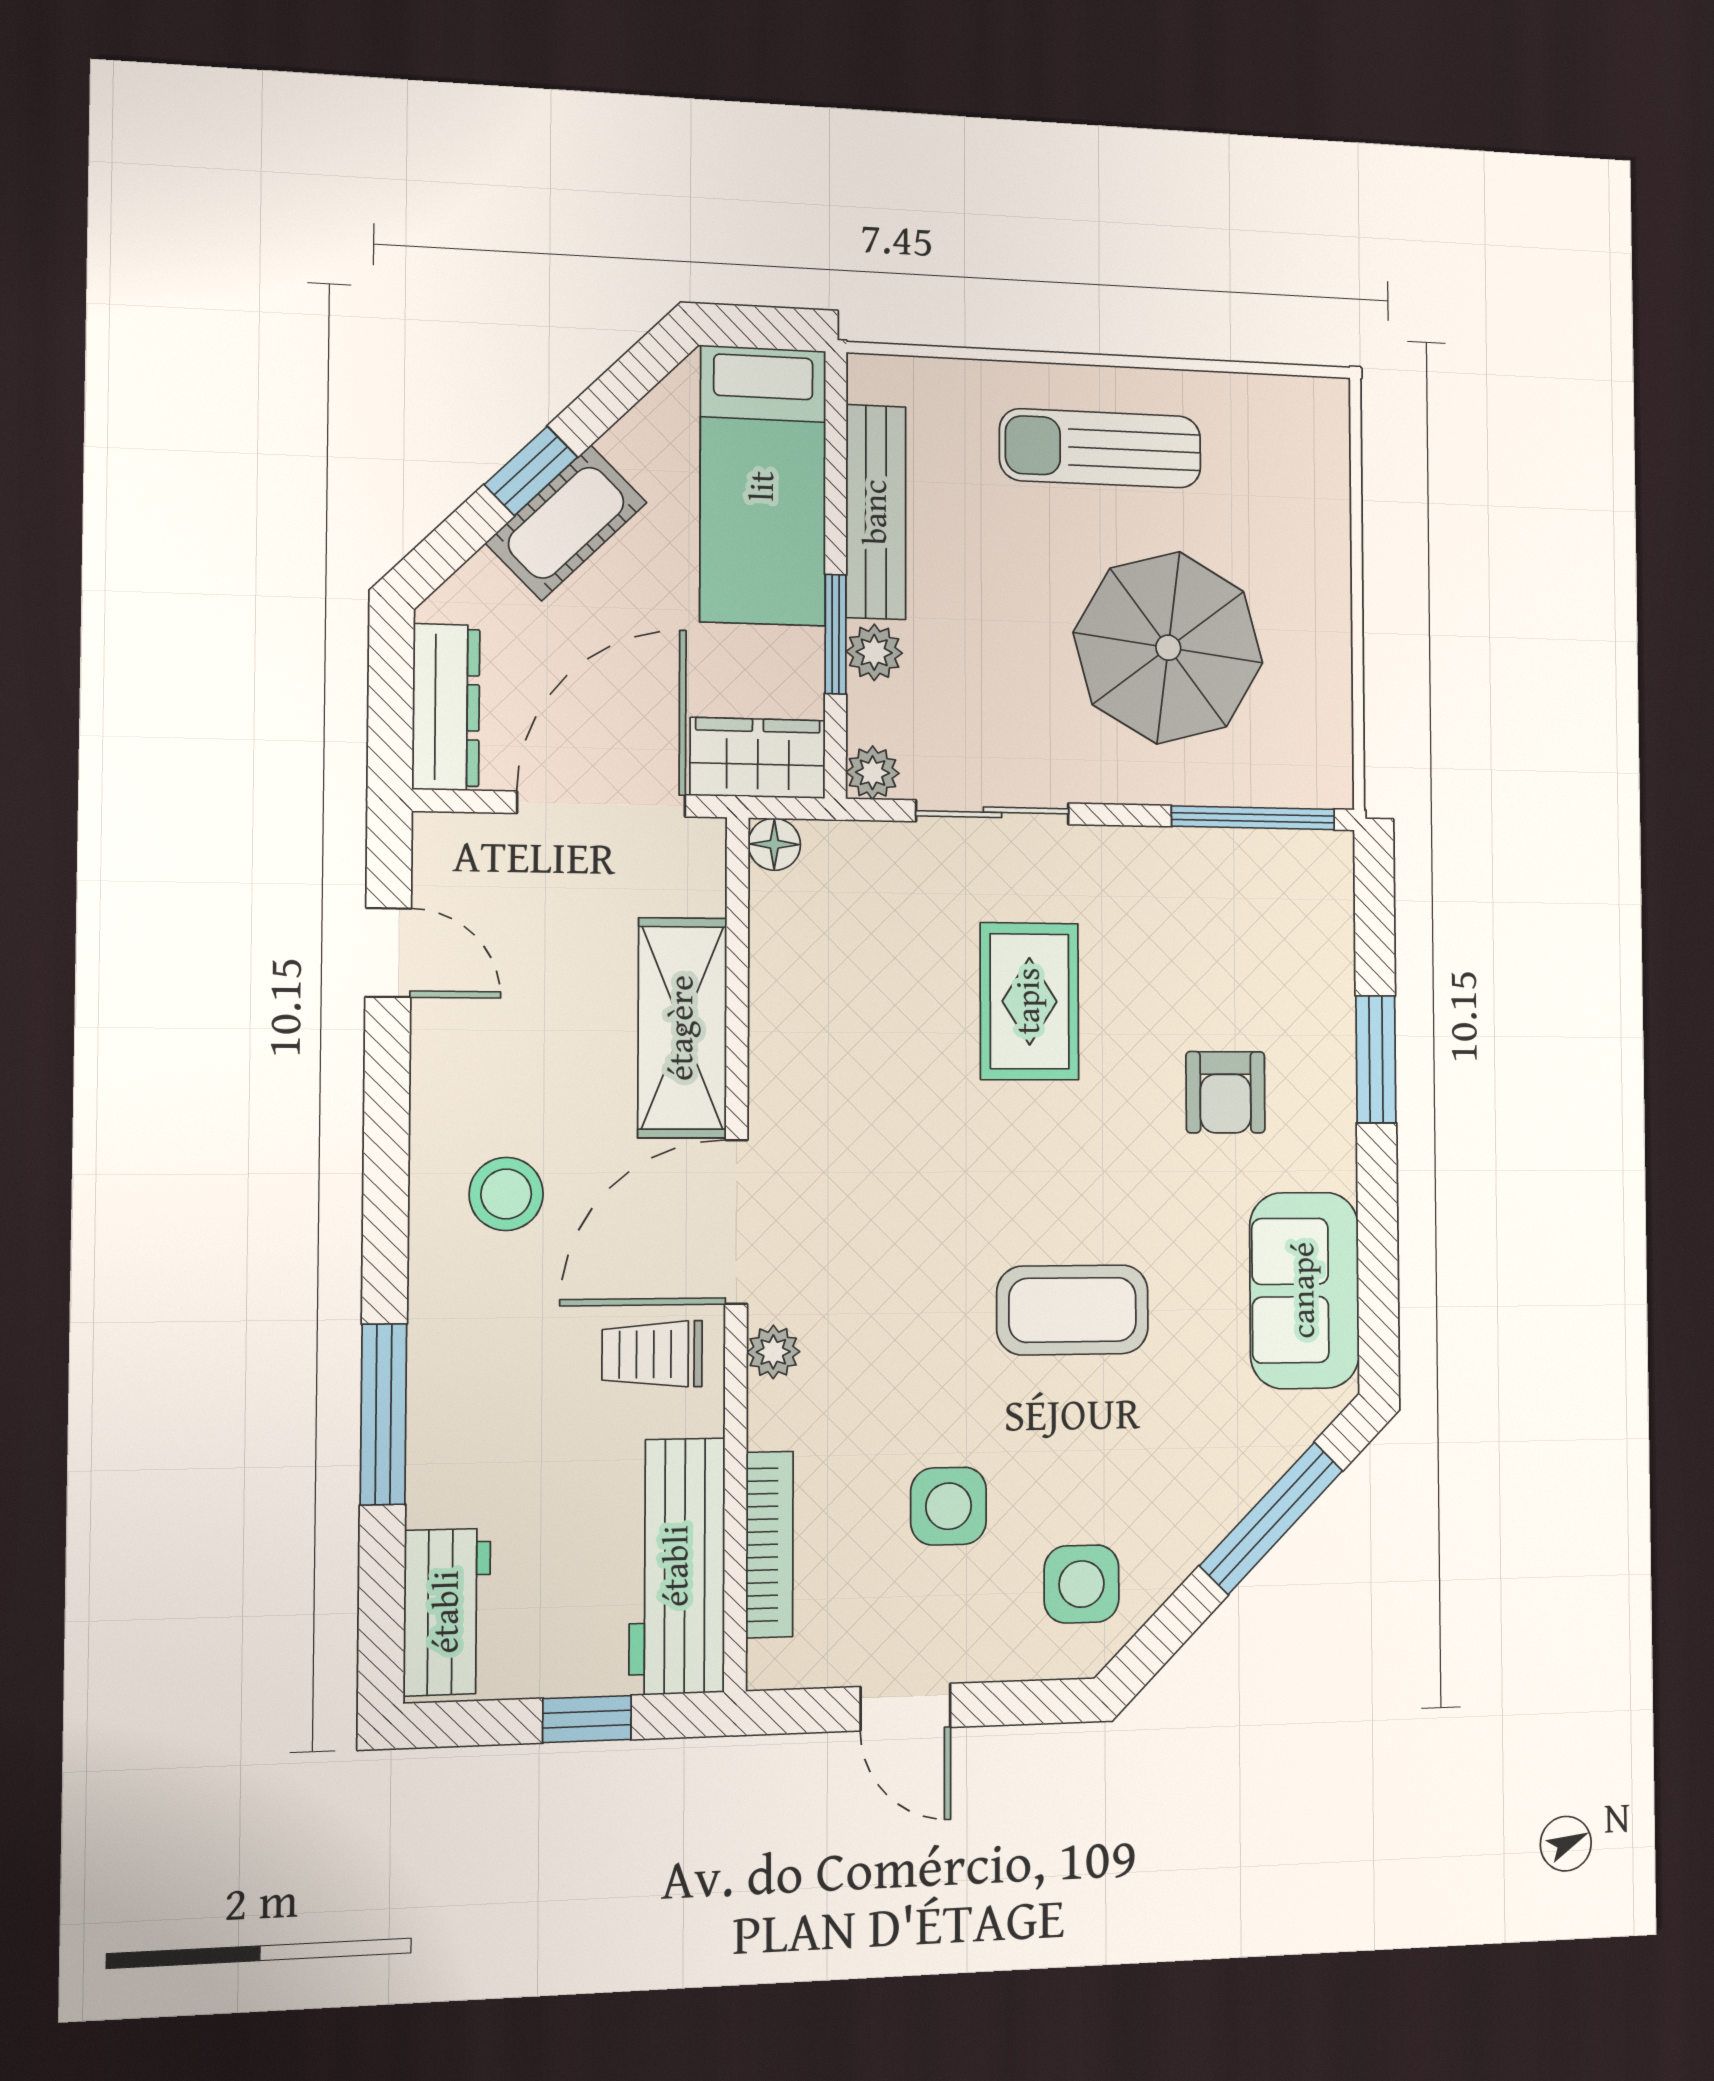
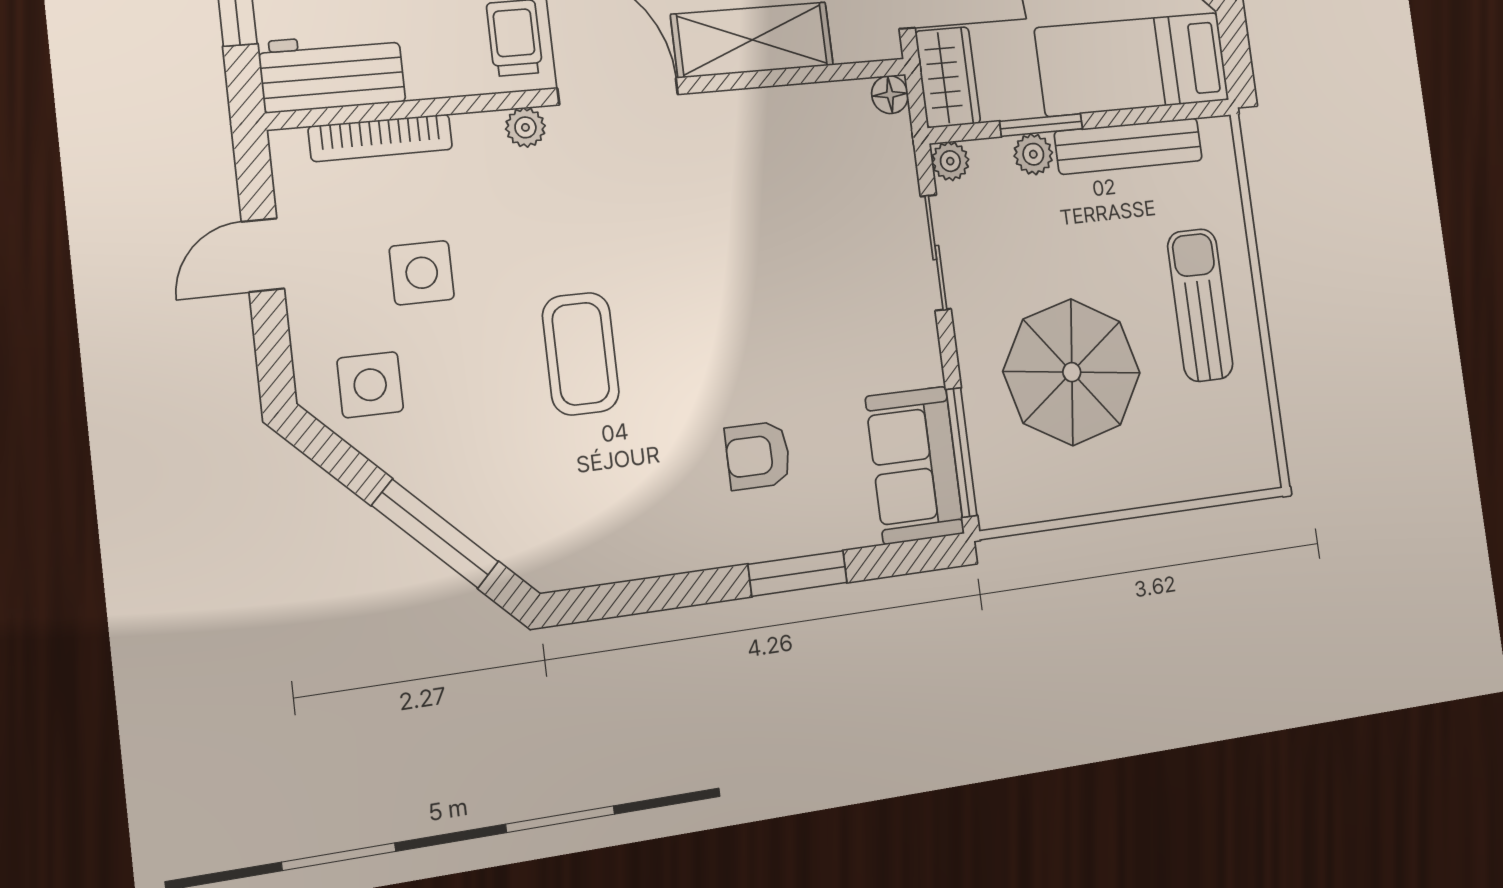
rug: (1029, 1001) -> (805, 295), removed
sofa: (1304, 1290) -> (915, 465), moved, turned -90
workbench: (677, 1566) -> (332, 72), width x0.73

